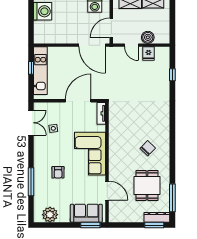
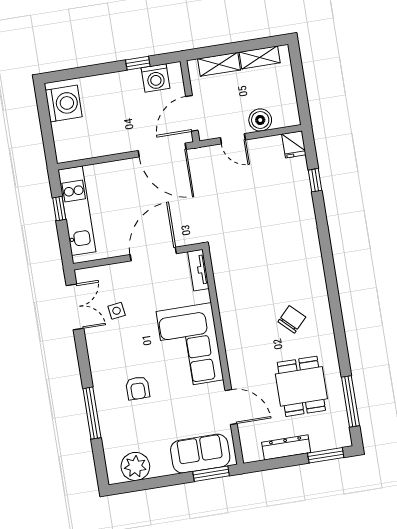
fridge: (148, 54) -> (294, 144), moved
dresser: (157, 217) -> (286, 447), moved

